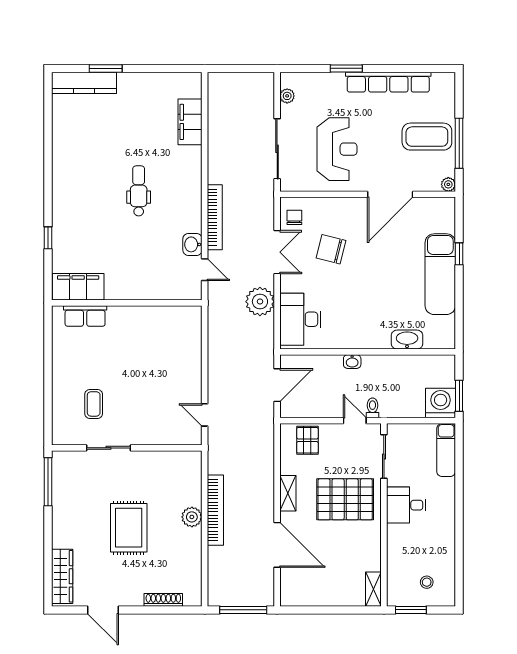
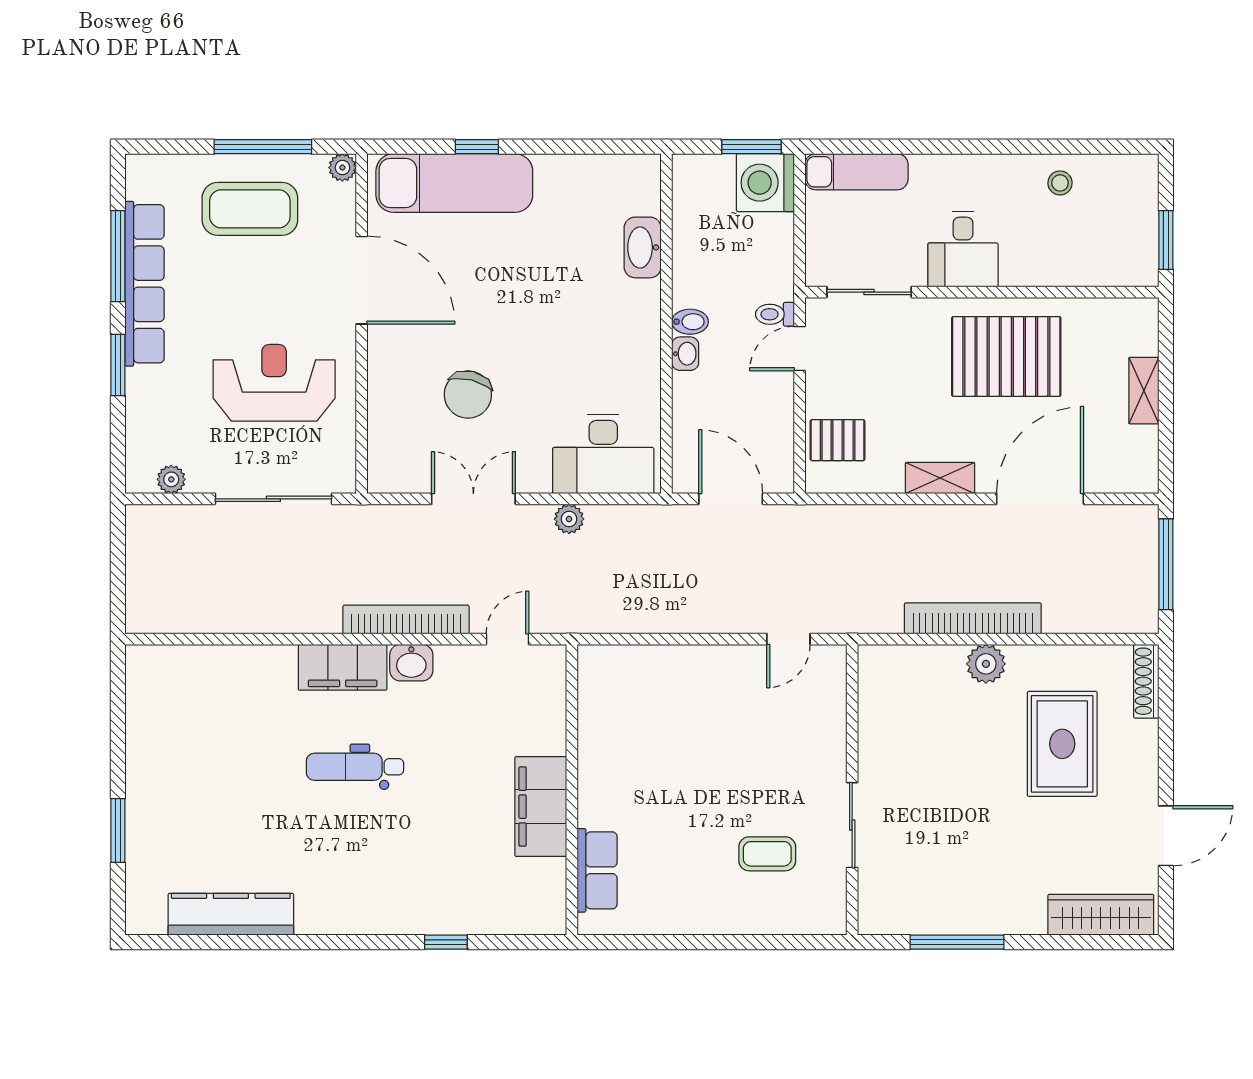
window: (403, 68) -> (118, 256), added
kitchen counter: (84, 83) -> (231, 914), moved, turned -90
filing cabinet: (190, 122) -> (343, 667), moved
coffee table: (427, 137) -> (250, 209), turned 90
chair: (294, 217) -> (406, 465), removed
washbasin: (192, 244) -> (411, 663), moved
exam couch: (440, 274) -> (454, 183), moved
filing cabinet: (78, 287) -> (541, 807), moved
plant: (260, 302) -> (569, 519), width x0.53, depth x0.53
bidet: (369, 364) -> (690, 322), added
window: (48, 482) -> (957, 942), moved
pallet: (345, 499) -> (1006, 356), moved, turned 90
rug: (129, 528) -> (1062, 744), moved, turned 90
stool: (427, 582) -> (1060, 183), moved
shelving: (373, 589) -> (1144, 391), moved, turned 90
shoe rack: (163, 600) -> (1146, 681), moved

